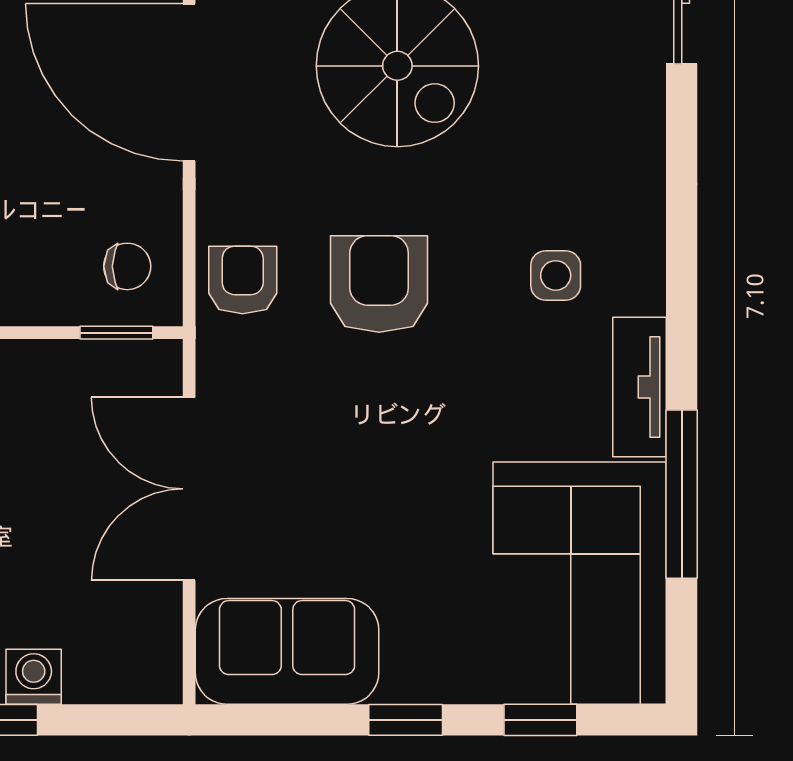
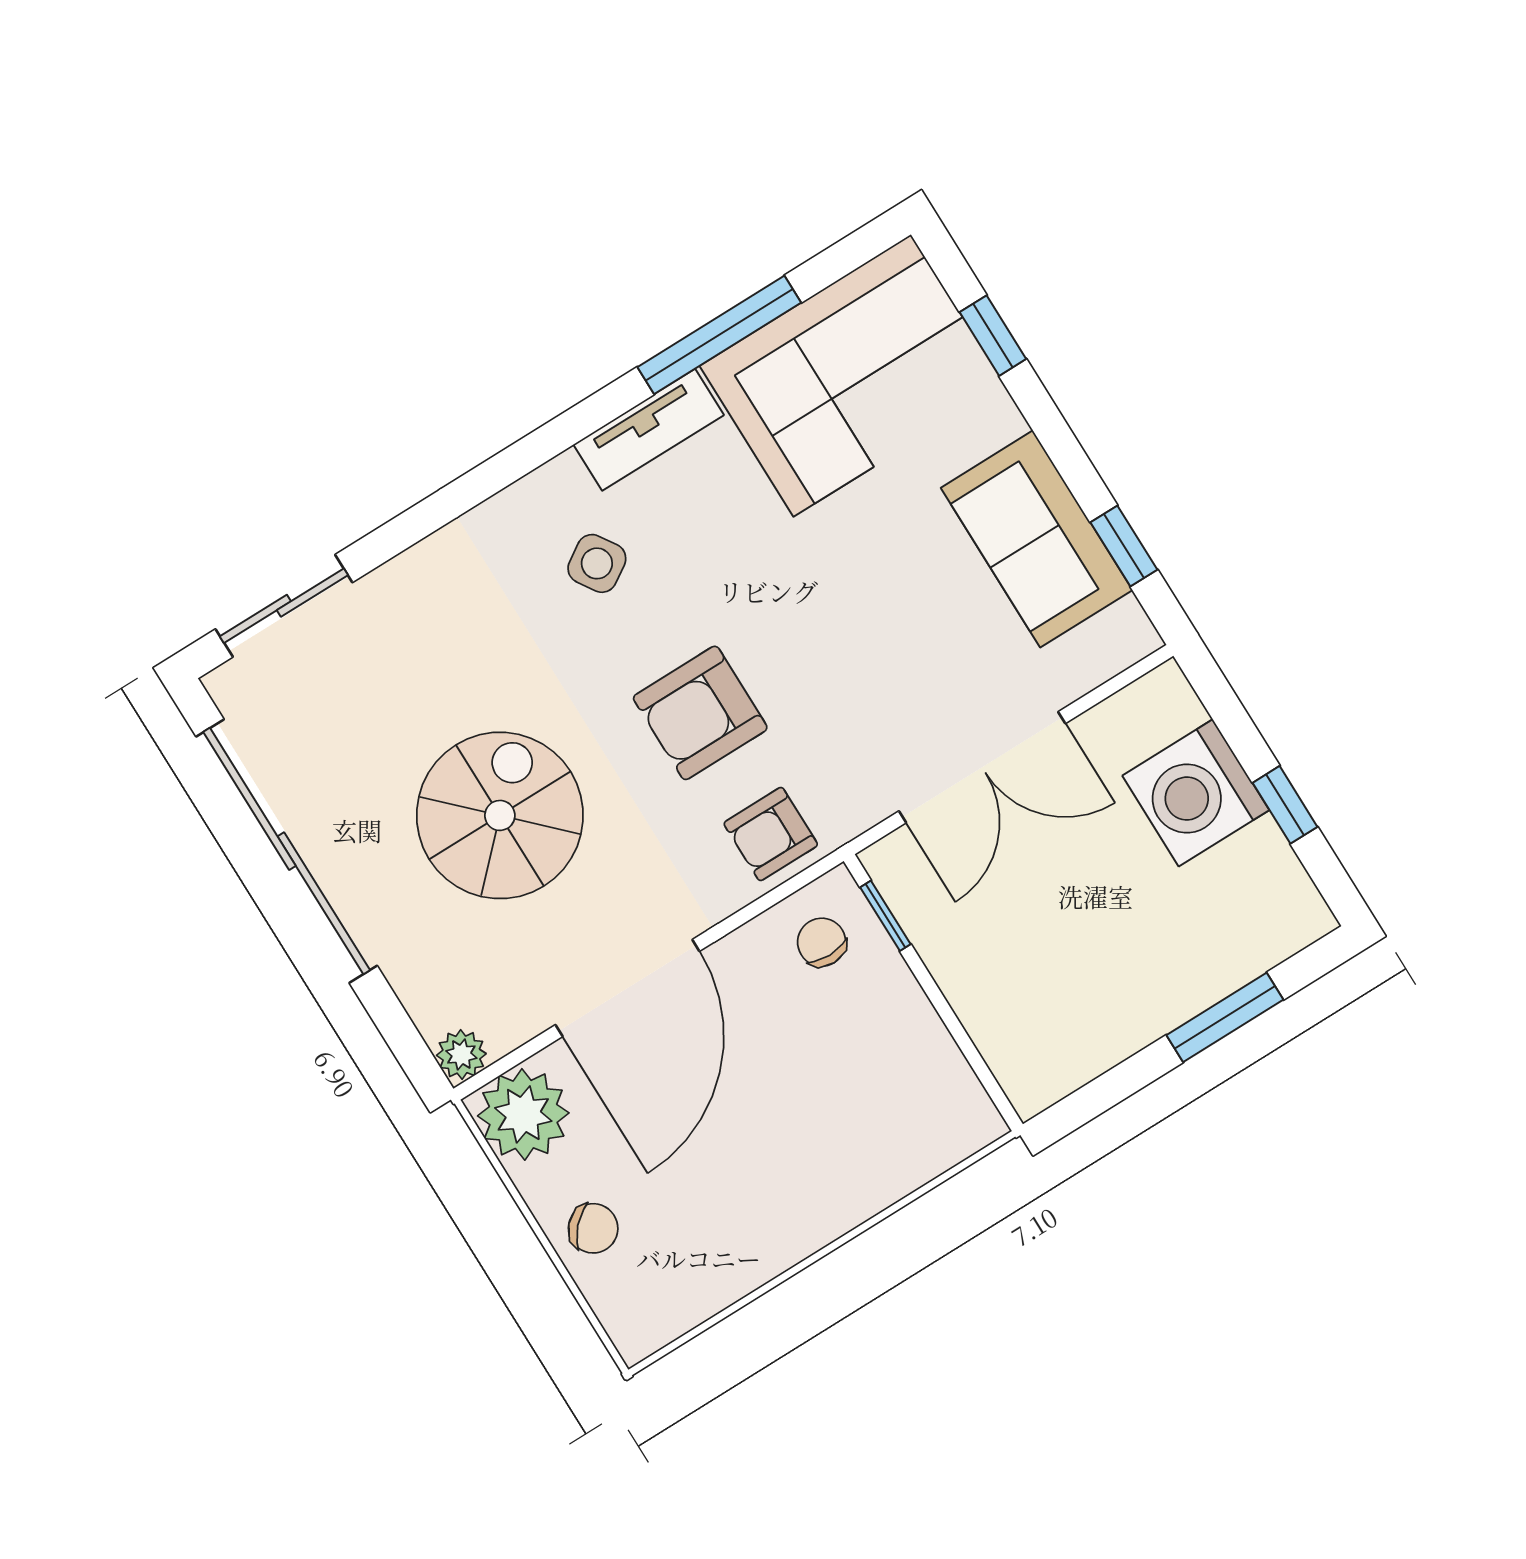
side table: (556, 275) -> (597, 563), turned -33
sofa: (287, 651) -> (1037, 539), moved
washing machine: (34, 677) -> (1196, 793), width x1.89, depth x1.89
window: (406, 720) -> (1124, 546), moved

